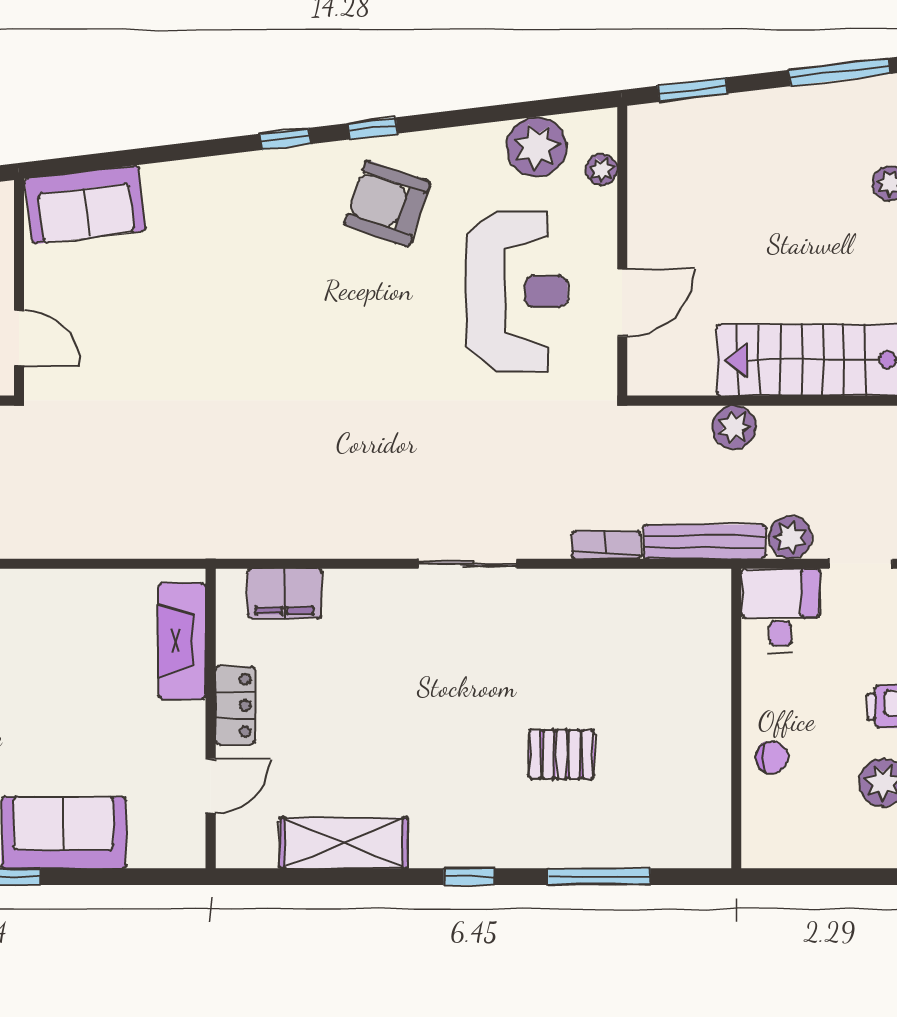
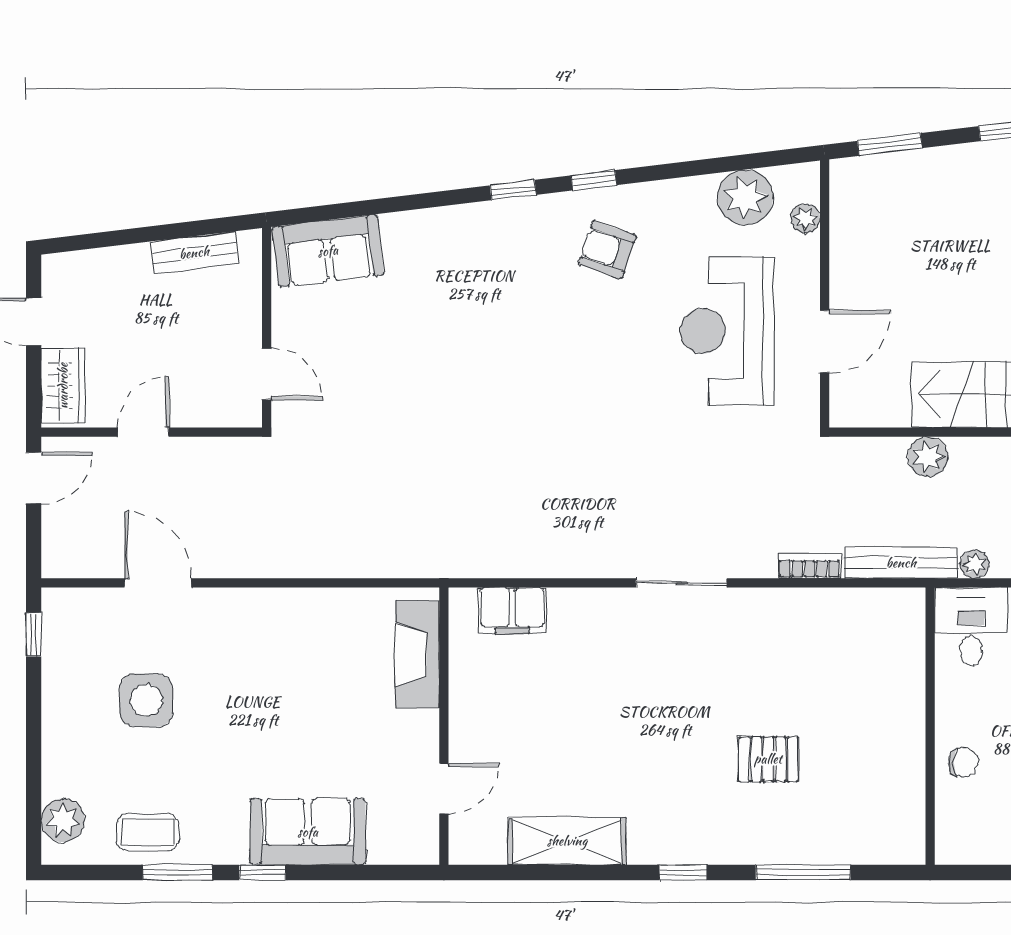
armchair: (387, 203) -> (607, 250), width x0.72, depth x0.72
reception desk: (517, 291) -> (727, 331), turned 180
plant: (790, 537) -> (975, 564), width x0.73, depth x0.73
locker: (235, 705) -> (467, 714), removed

